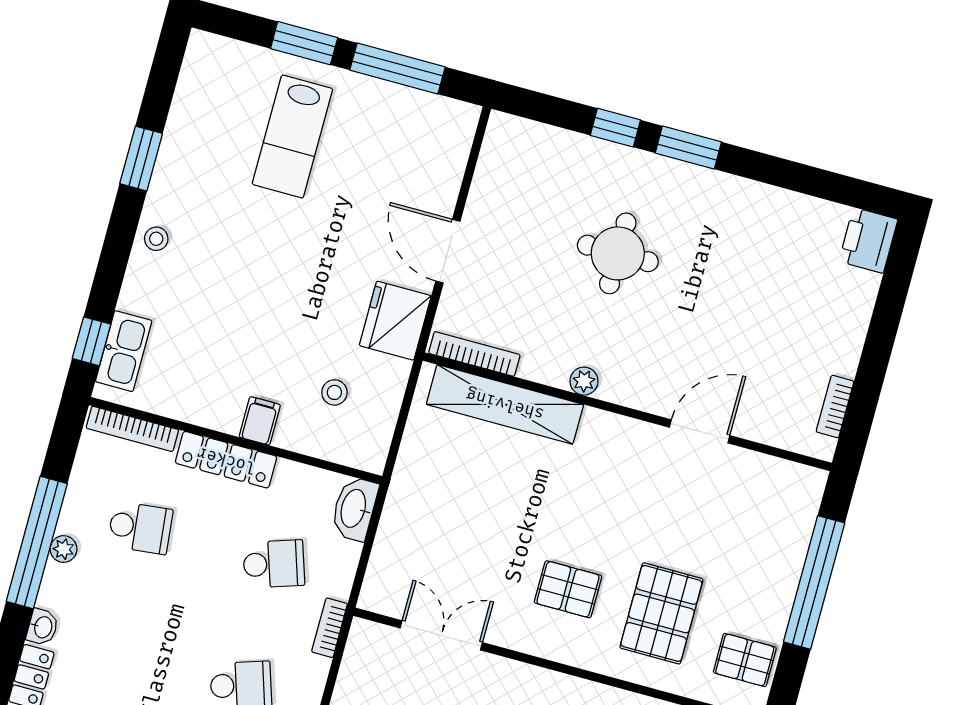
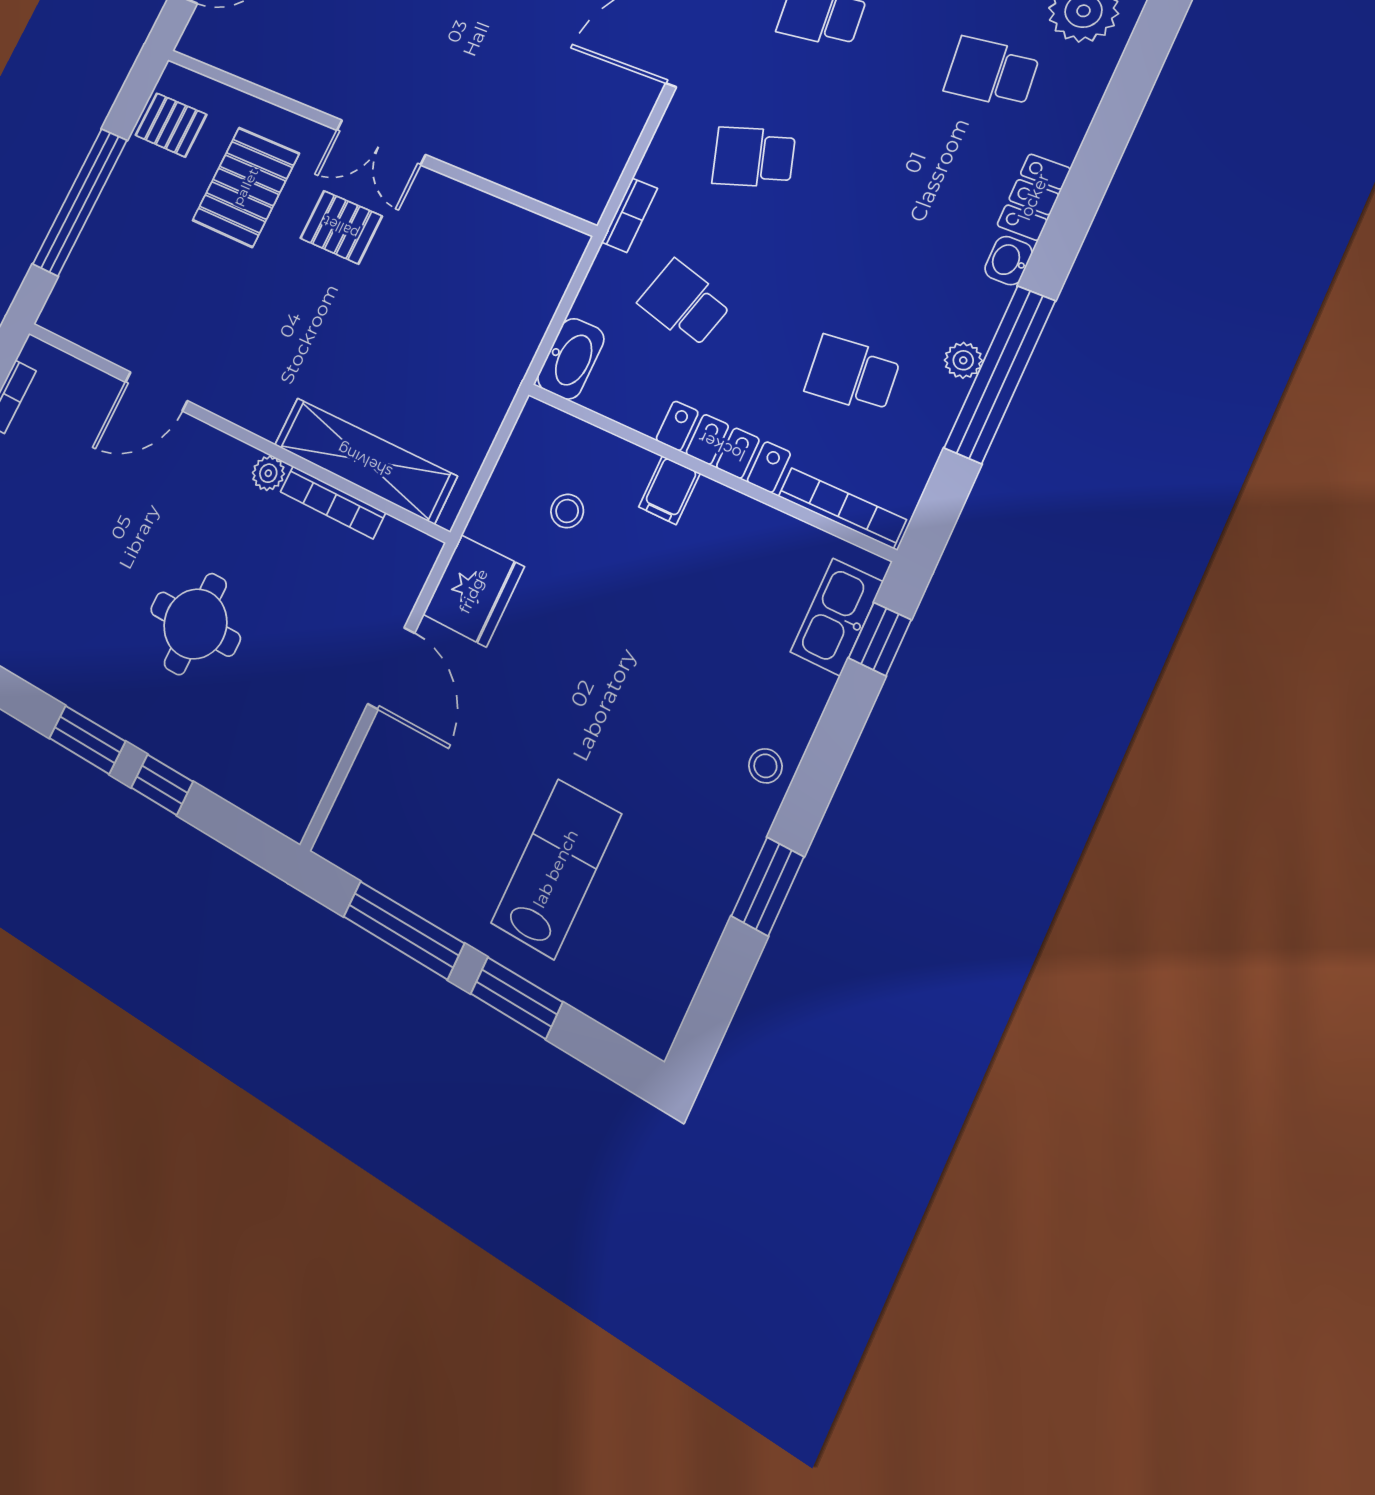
bookcase: (474, 354) -> (333, 502), moved
school desk: (274, 564) -> (685, 303), turned 33
double door: (441, 635) -> (381, 142), moved

